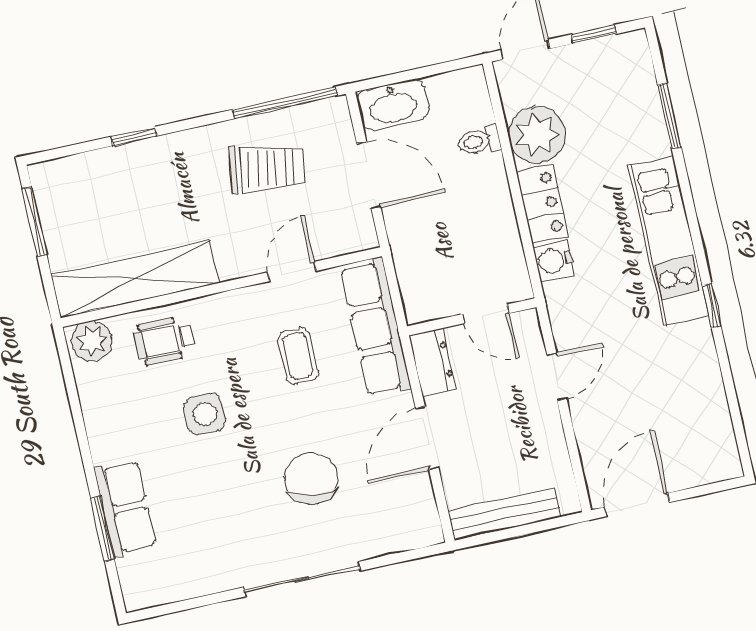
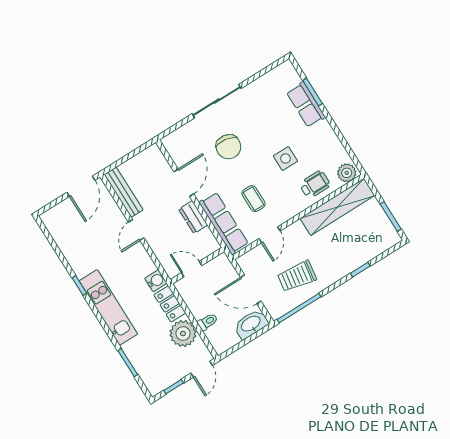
door: (486, 314) -> (192, 269), moved
wall: (472, 317) -> (197, 266), moved
bench: (505, 514) -> (124, 192), moved, turned 90

